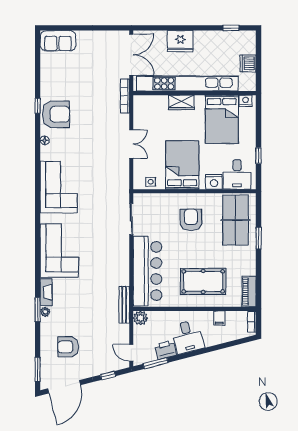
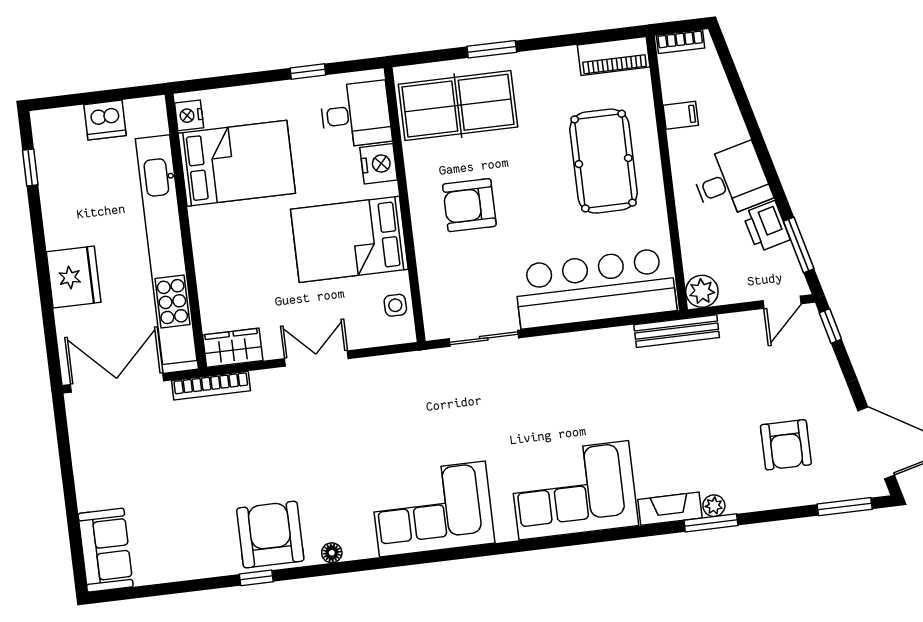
wardrobe: (181, 102) -> (233, 348), moved, turned -90
window: (108, 375) -> (830, 326), moved

